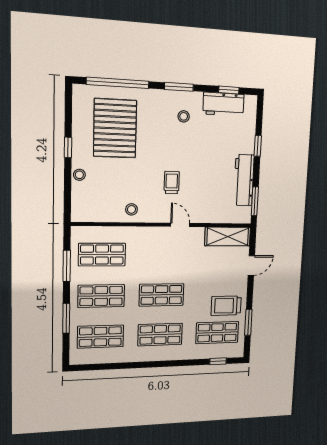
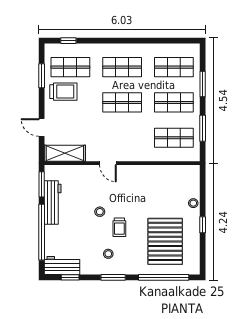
workbench: (224, 104) -> (62, 266), moved
window: (258, 146) -> (42, 232), width x3.17
trolley: (172, 183) -> (119, 227), moved
stool: (132, 209) -> (100, 212), moved
door: (251, 266) -> (42, 127), hinge flipped

